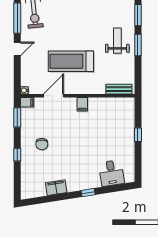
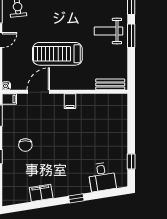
weight bench: (117, 41) -> (108, 31), turned -90
window: (138, 135) -> (131, 161), moved

